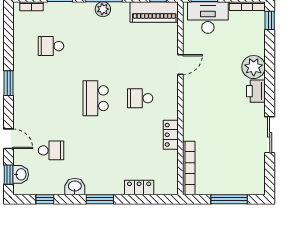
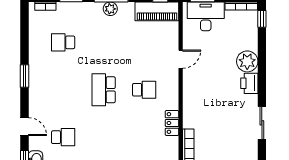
school desk: (140, 98) -> (144, 90), turned 180

